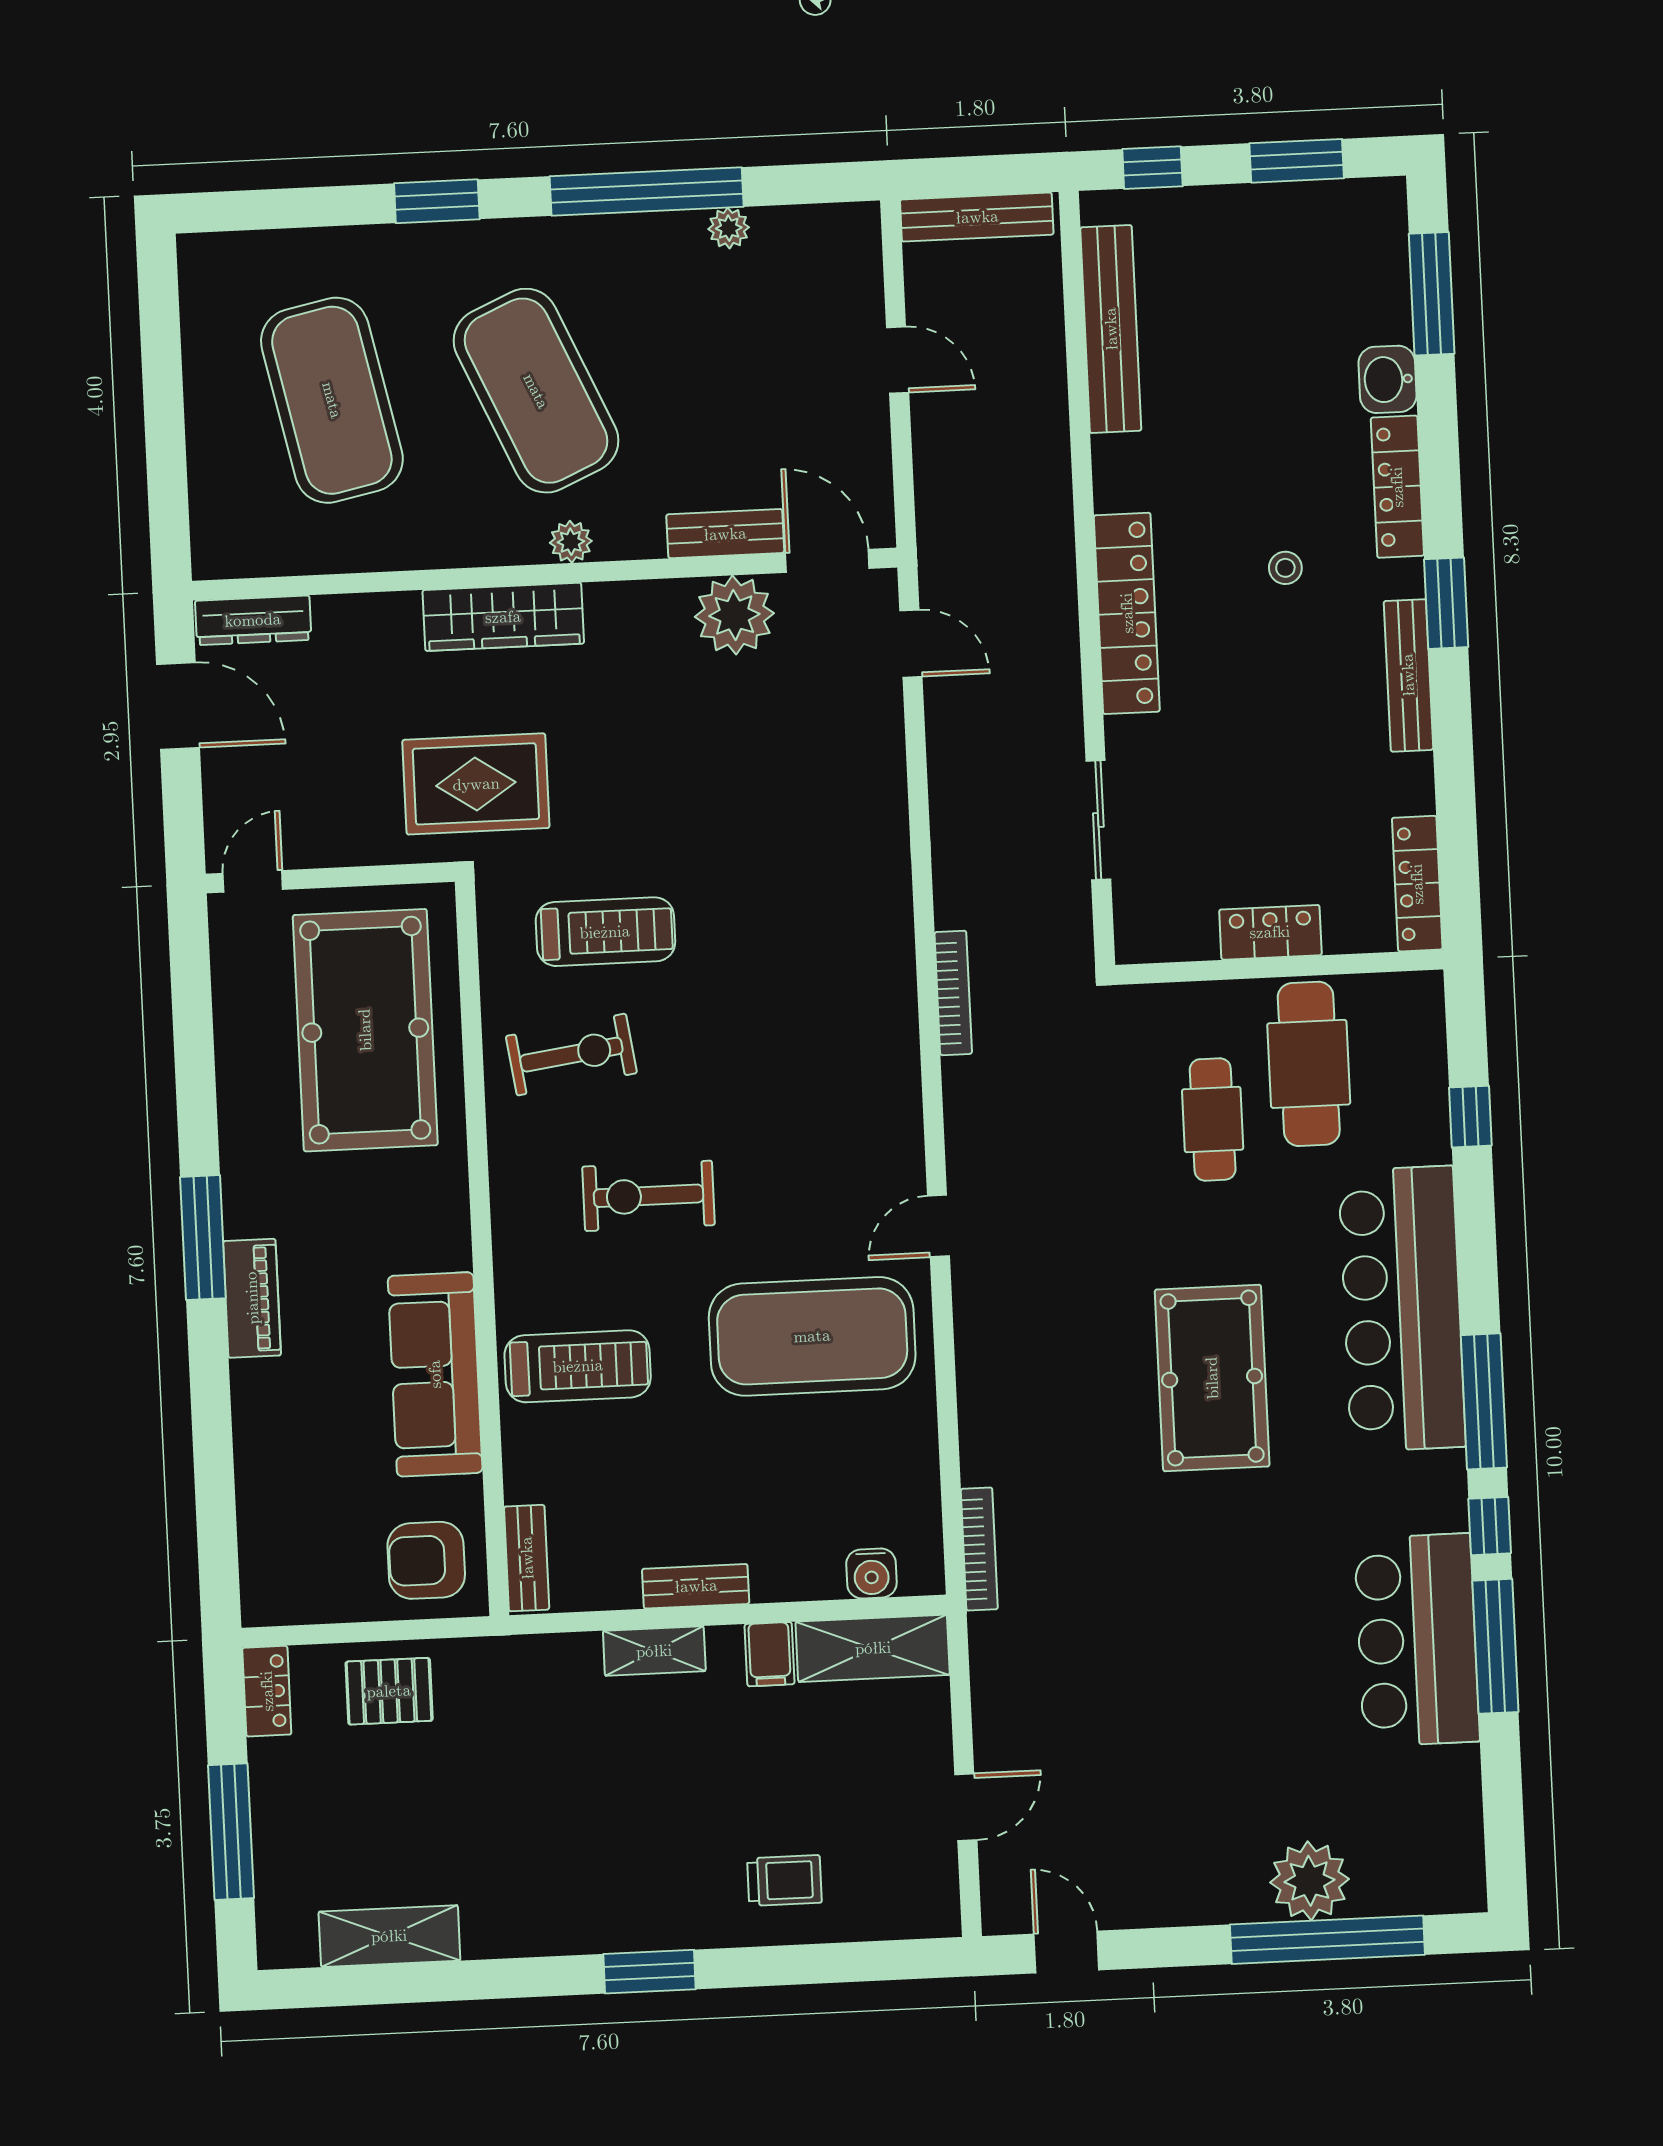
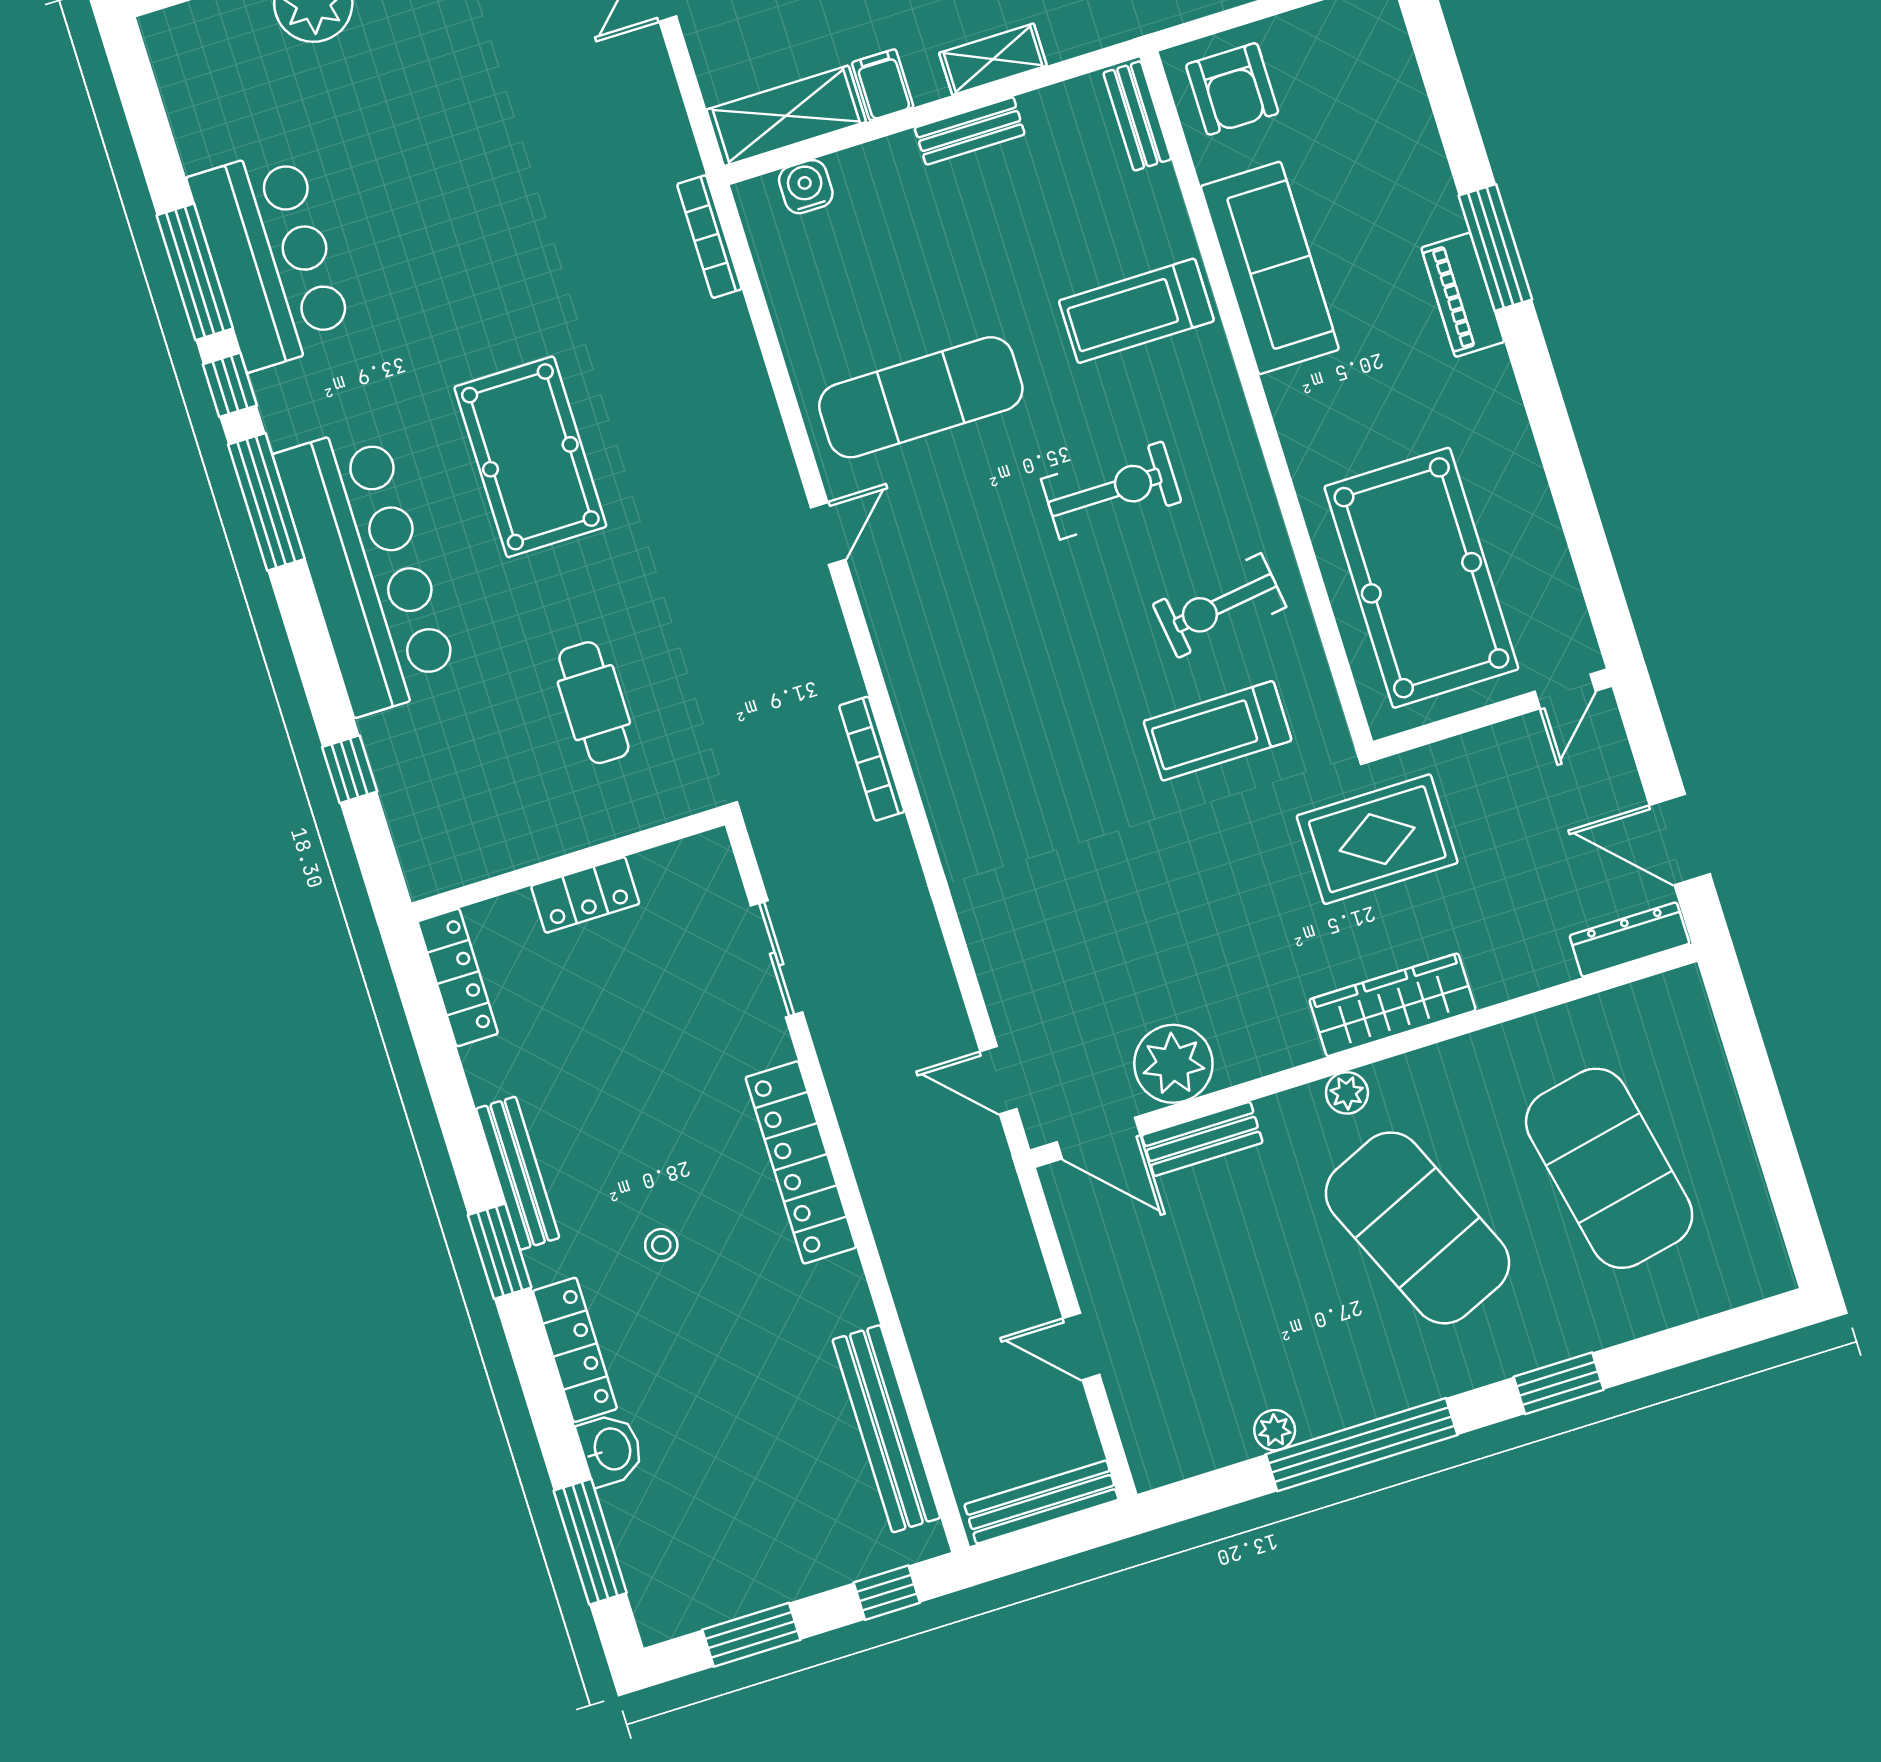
cafe table: (1309, 1064) -> (516, 779), removed
window: (203, 1238) -> (1495, 248), moved
exercise mat: (812, 1336) -> (921, 397), width x0.68
armchair: (426, 1560) -> (1232, 89), turned 90

